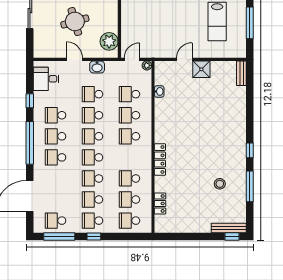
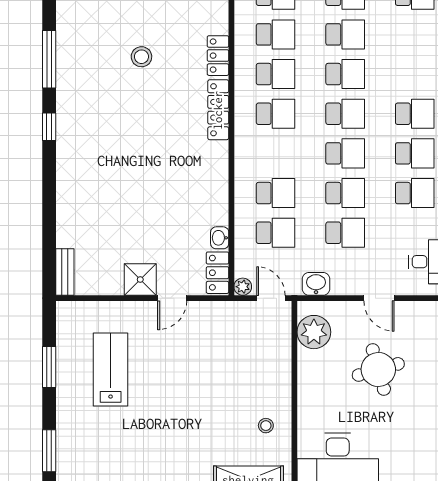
window: (250, 23) -> (49, 367), width x0.69
door: (132, 59) -> (271, 298), swing flipped
washbasin: (97, 67) -> (316, 284), moved
locker: (160, 73) -> (217, 273), added
school desk: (129, 136) -> (276, 114), moved
stool: (220, 184) -> (141, 57), moved
locker: (160, 203) -> (218, 56), moved

